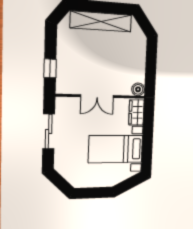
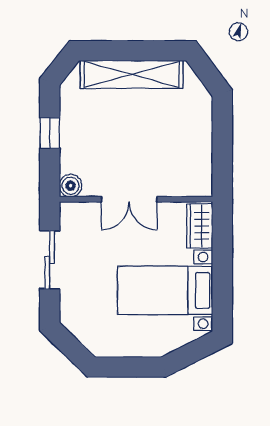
window: (50, 68) -> (50, 133), moved
boiler: (138, 89) -> (71, 186), moved

